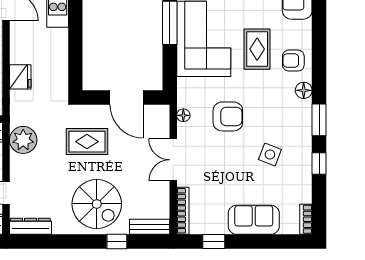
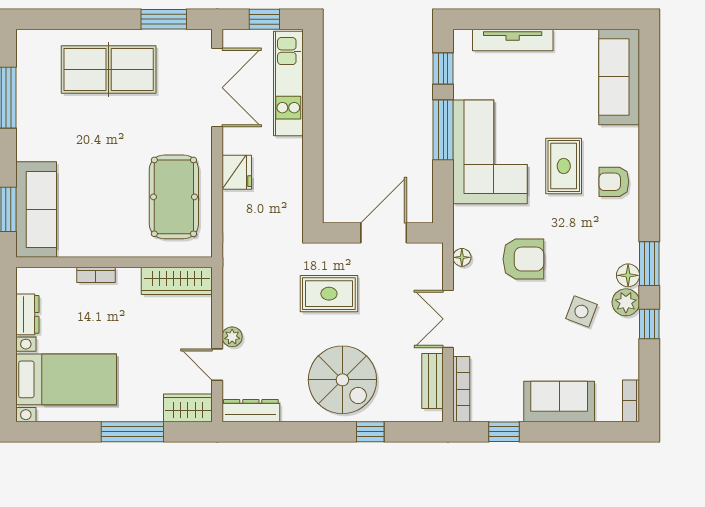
fridge: (20, 77) -> (237, 172), moved
floor lamp: (304, 90) -> (628, 275), moved
door: (127, 98) -> (384, 233), swing flipped
plant: (23, 140) -> (232, 337), moved, width x0.53, depth x0.53
plant: (302, 148) -> (626, 302), added
bench: (150, 227) -> (432, 381), moved, turned 90

